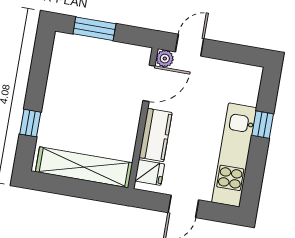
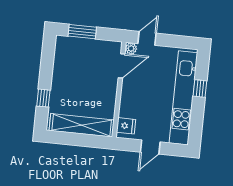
kitchen counter: (155, 135) -> (128, 100), removed
kitchen unit: (234, 155) -> (183, 98), width x1.36

